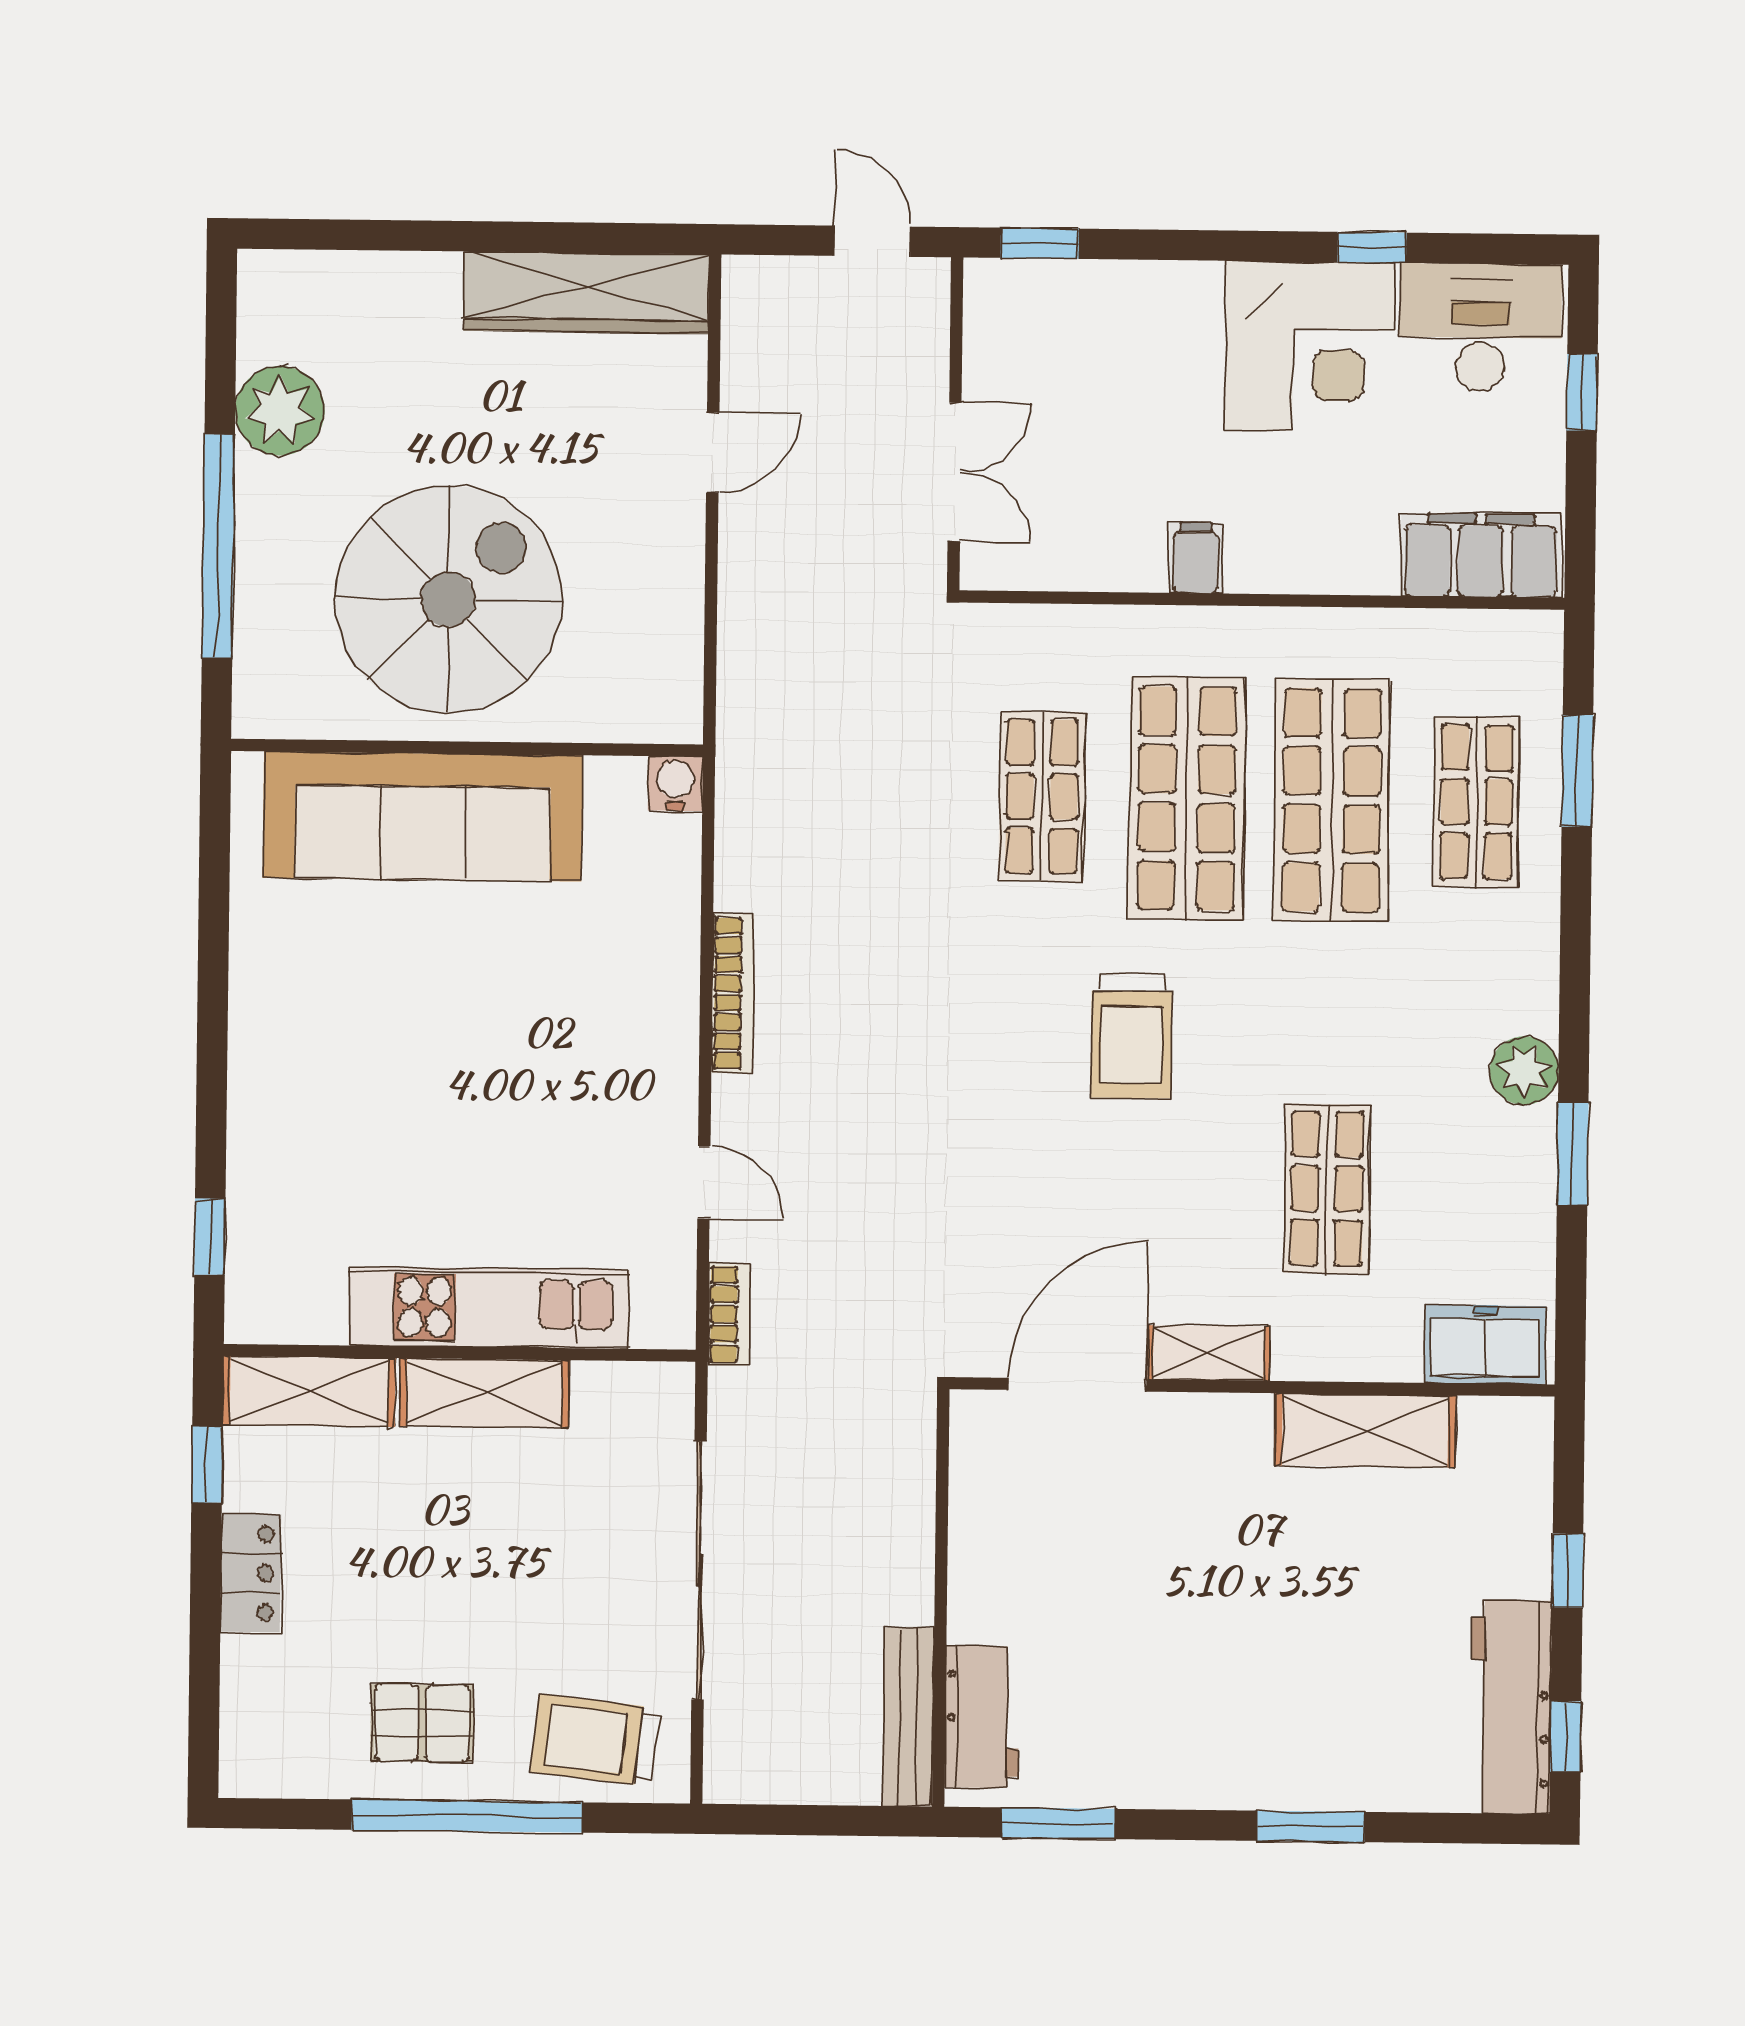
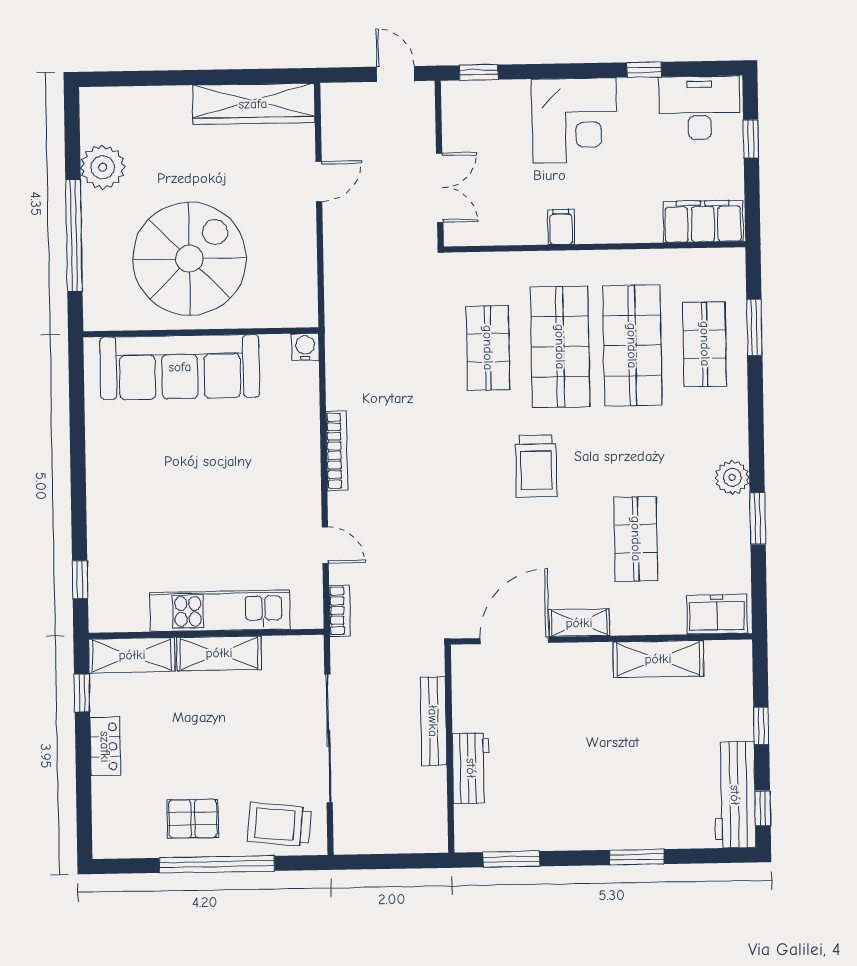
corner desk: (1310, 346) -> (574, 120), moved
bench: (908, 1717) -> (433, 721), moved
workbench: (982, 1717) -> (471, 768), moved

